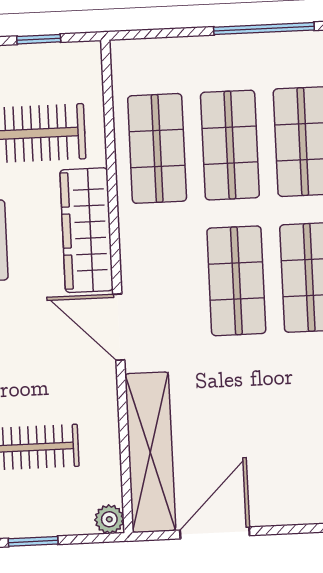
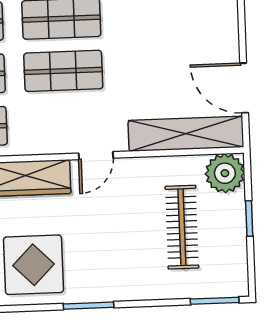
door: (119, 327) -> (96, 156), width x0.73
plant: (109, 519) -> (225, 173), width x1.88, depth x1.88

